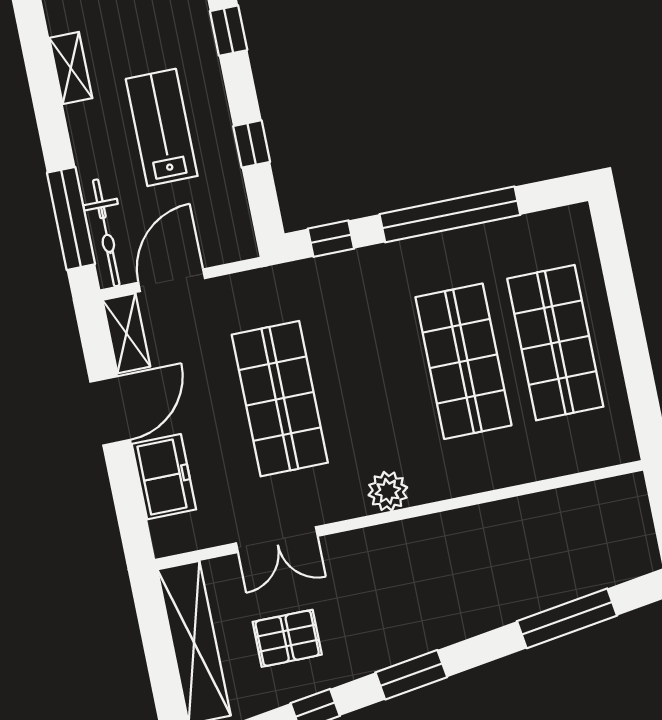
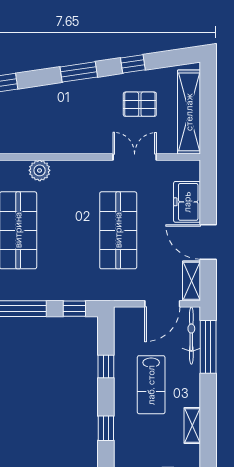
door: (110, 411) -> (208, 242), hinge flipped
plant: (388, 491) -> (40, 170), moved

